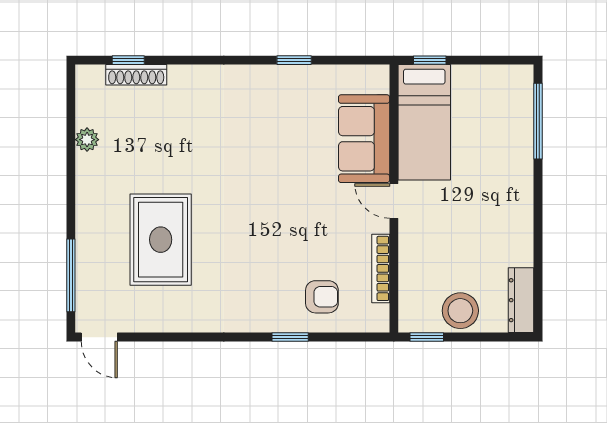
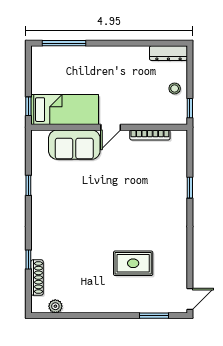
window: (128, 60) -> (28, 260), moved
plant: (87, 140) -> (55, 306), moved
rug: (161, 240) -> (133, 263), width x0.73, depth x0.70
window: (71, 275) -> (154, 316), width x0.69
armchair: (322, 297) -> (166, 169), removed
stool: (460, 311) -> (175, 88), width x0.53, depth x0.53

